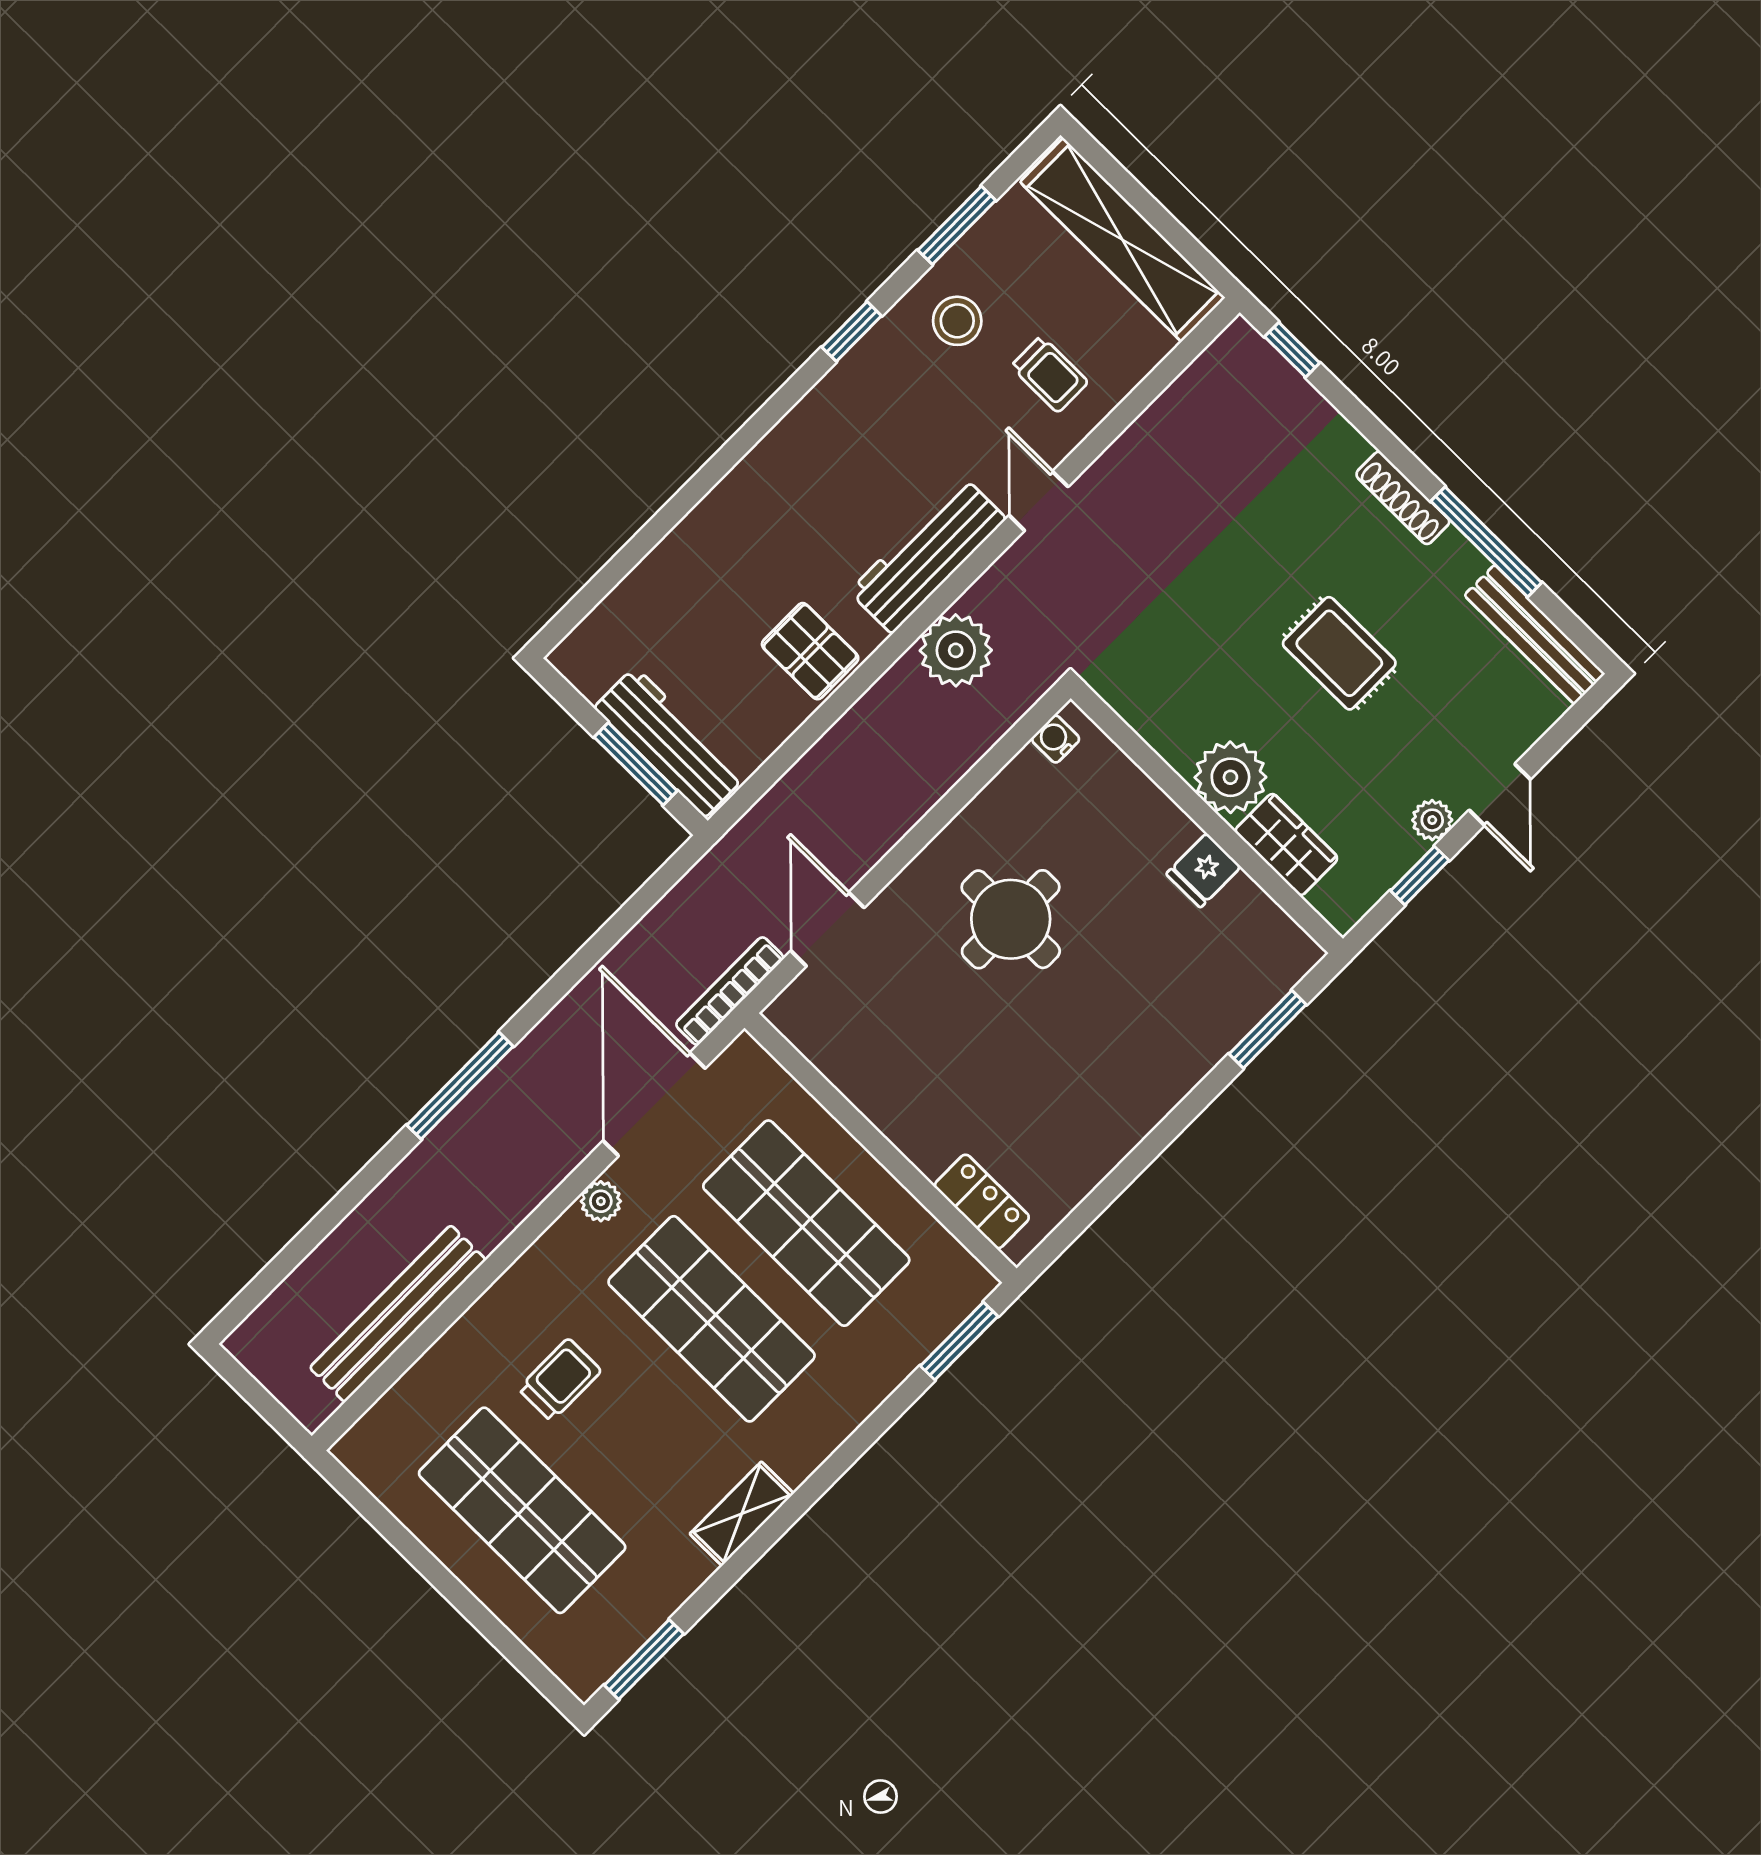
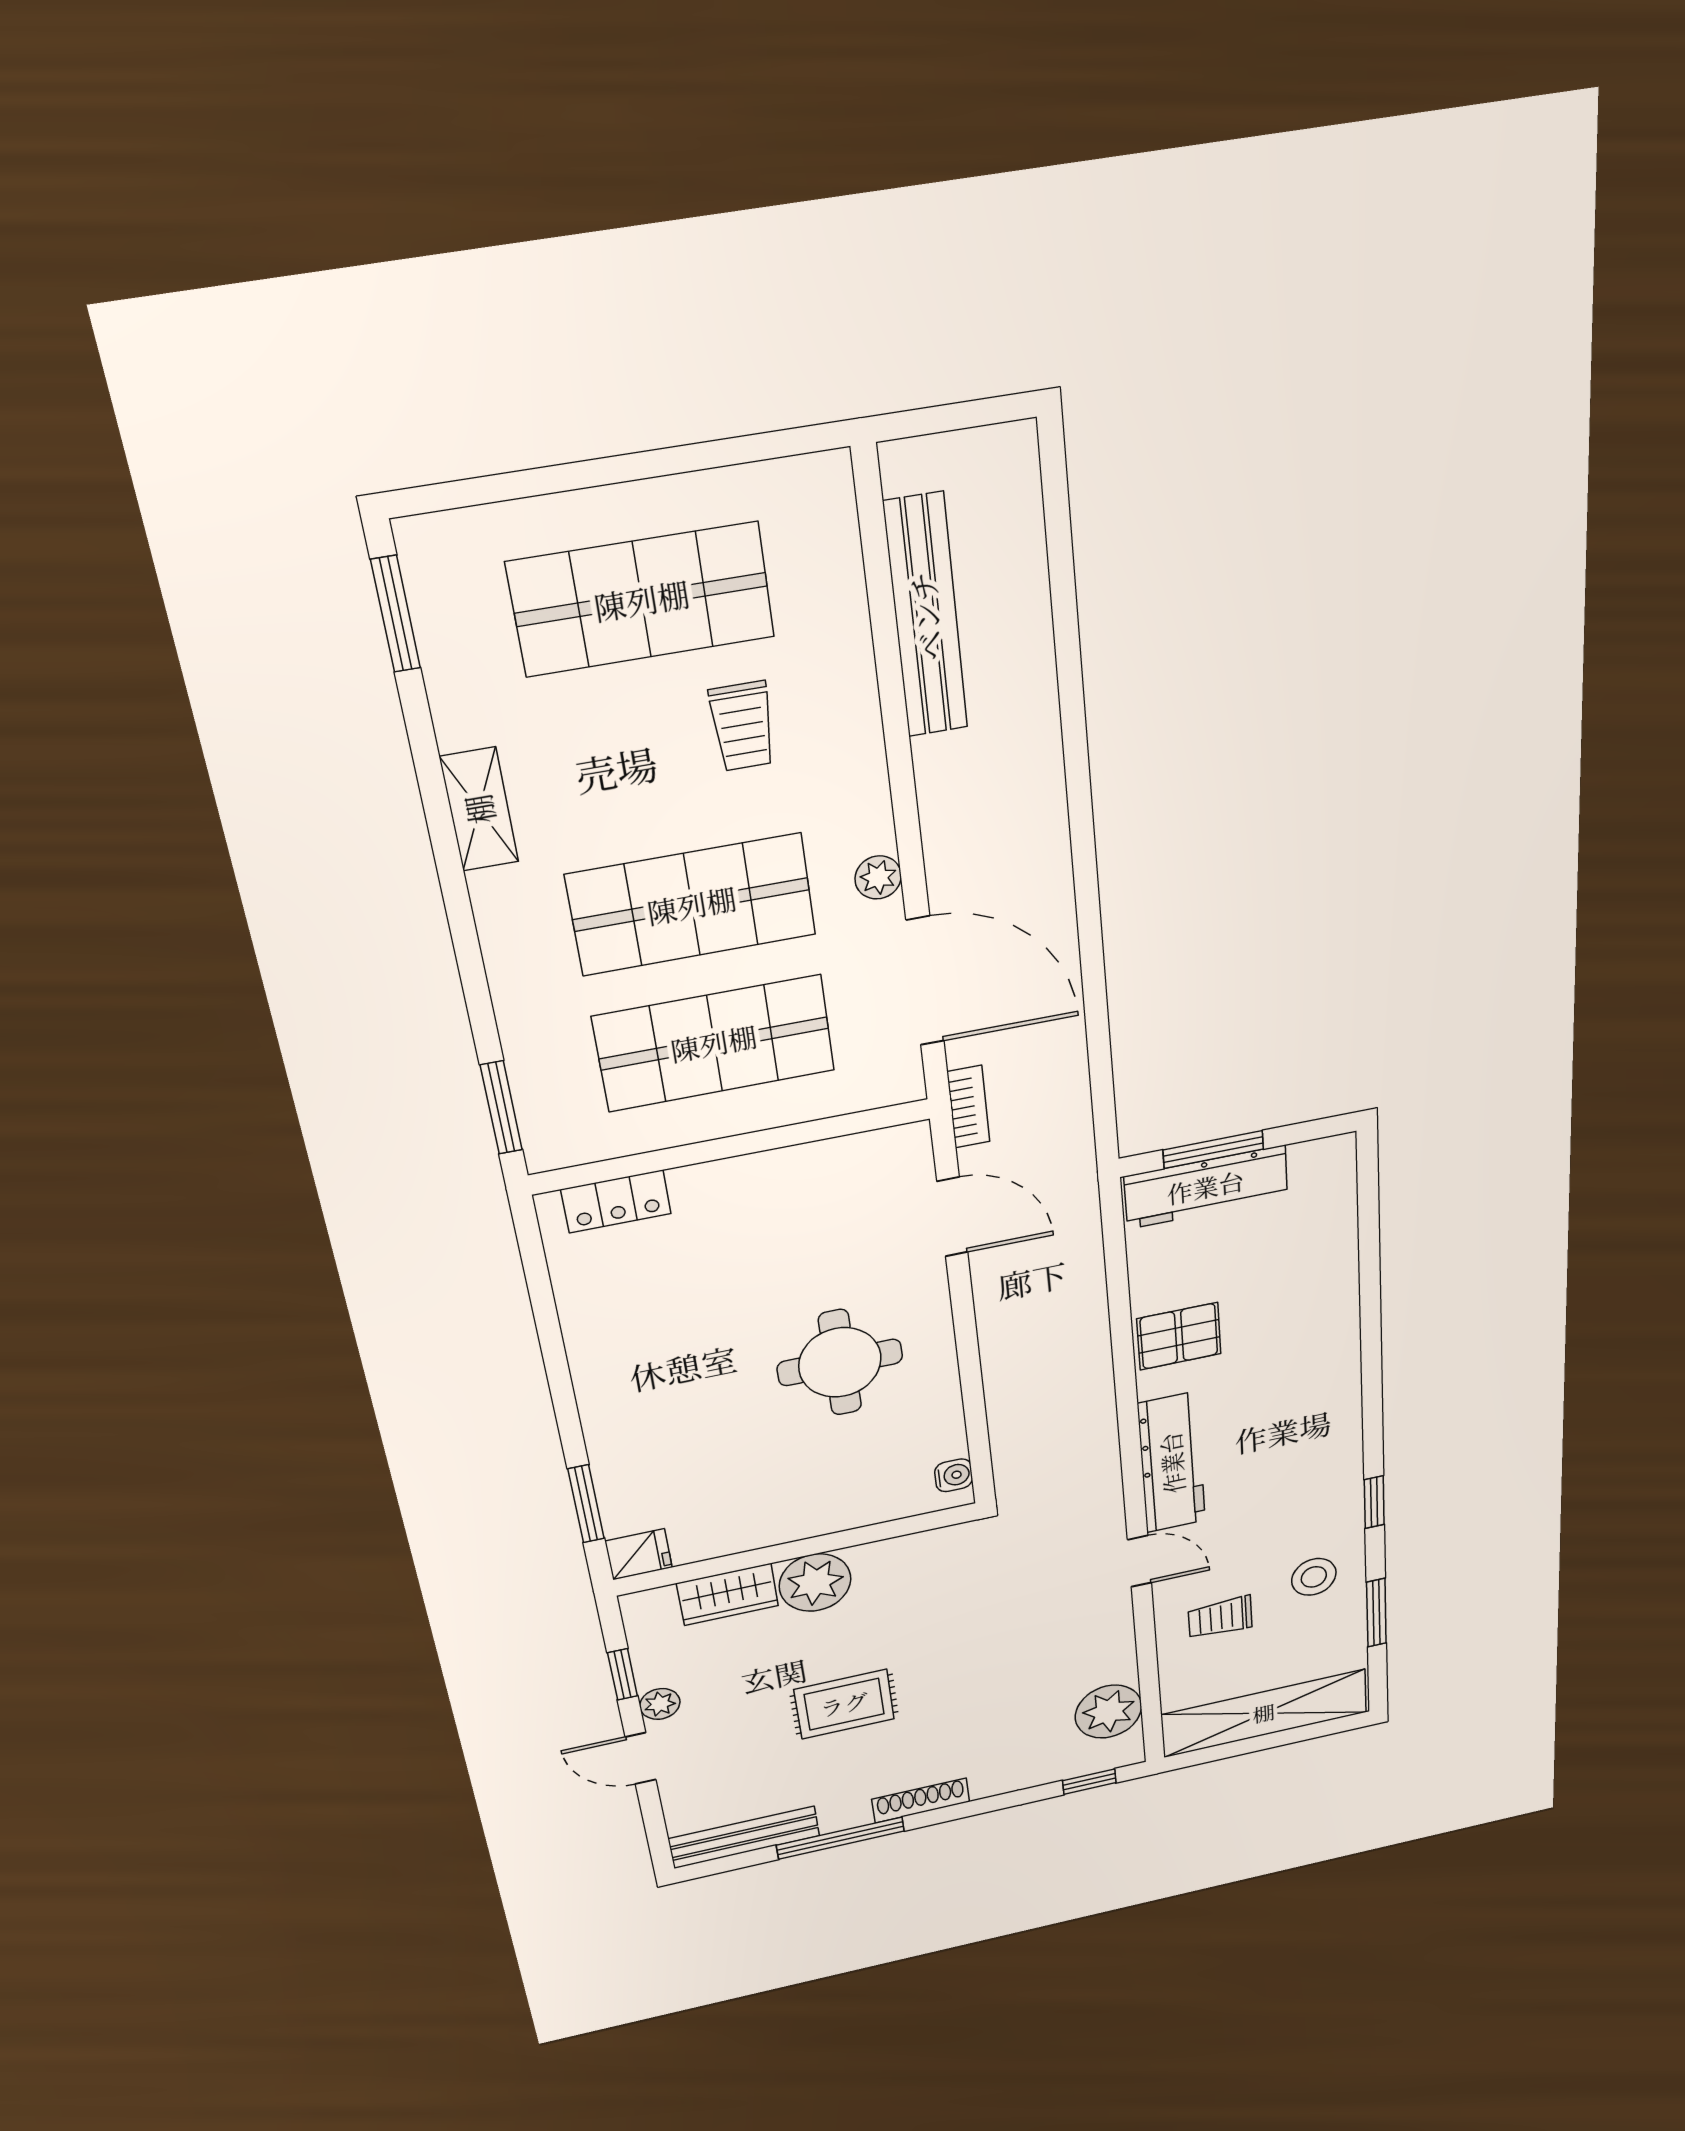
plant: (956, 650) -> (1108, 1712), moved
fridge: (1203, 870) -> (639, 1554), moved, turned 90
bookcase: (730, 991) -> (968, 1107), width x0.64
window: (460, 1086) -> (1081, 823), removed

